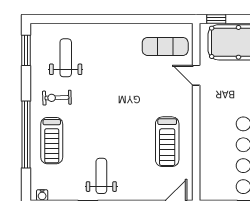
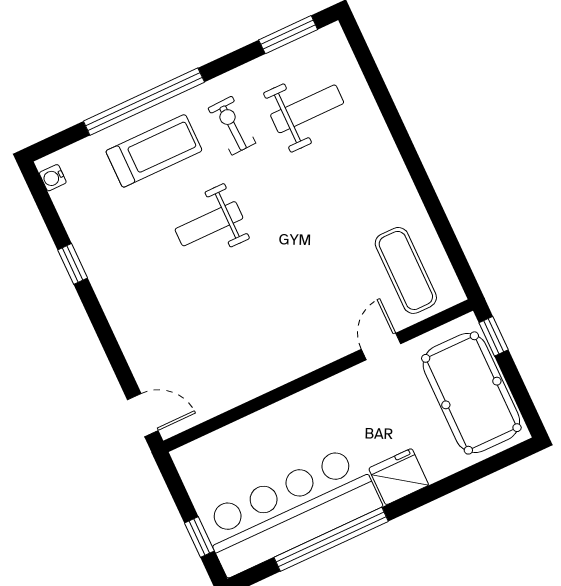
treadmill: (52, 141) -> (154, 151), turned 180
treadmill: (167, 142) -> (244, 350), removed
weight bench: (101, 176) -> (209, 224), moved, turned 180

